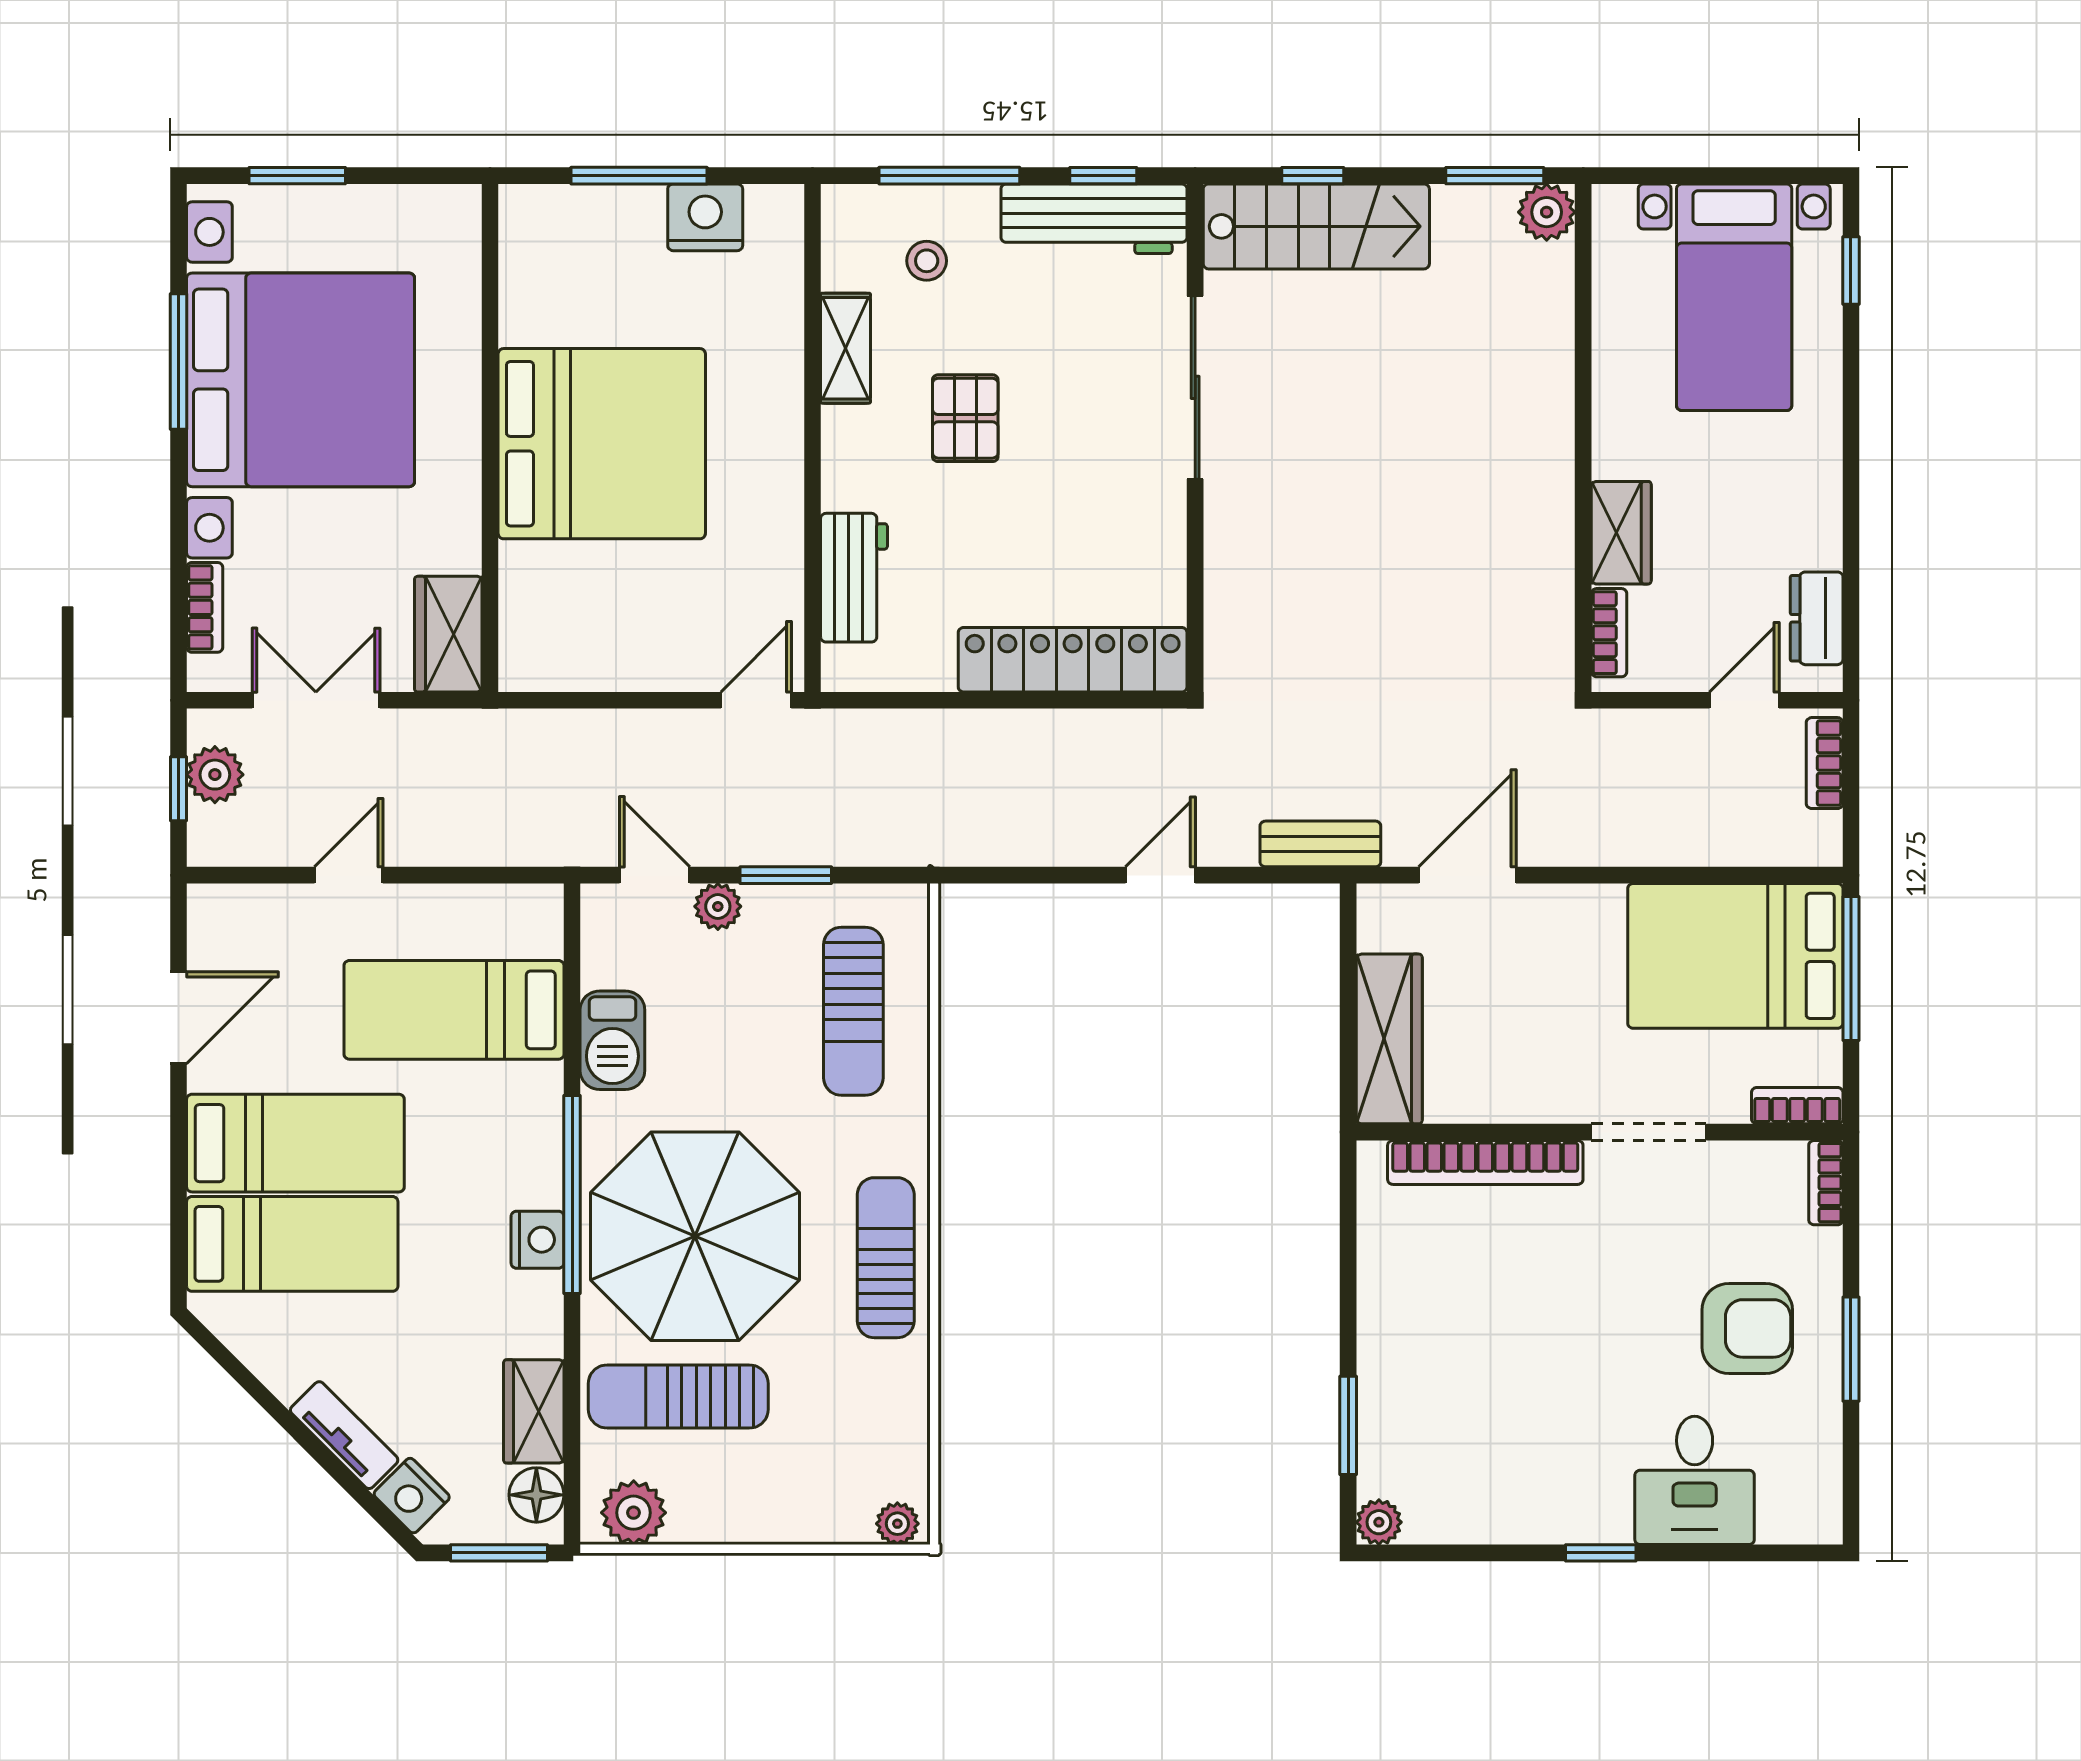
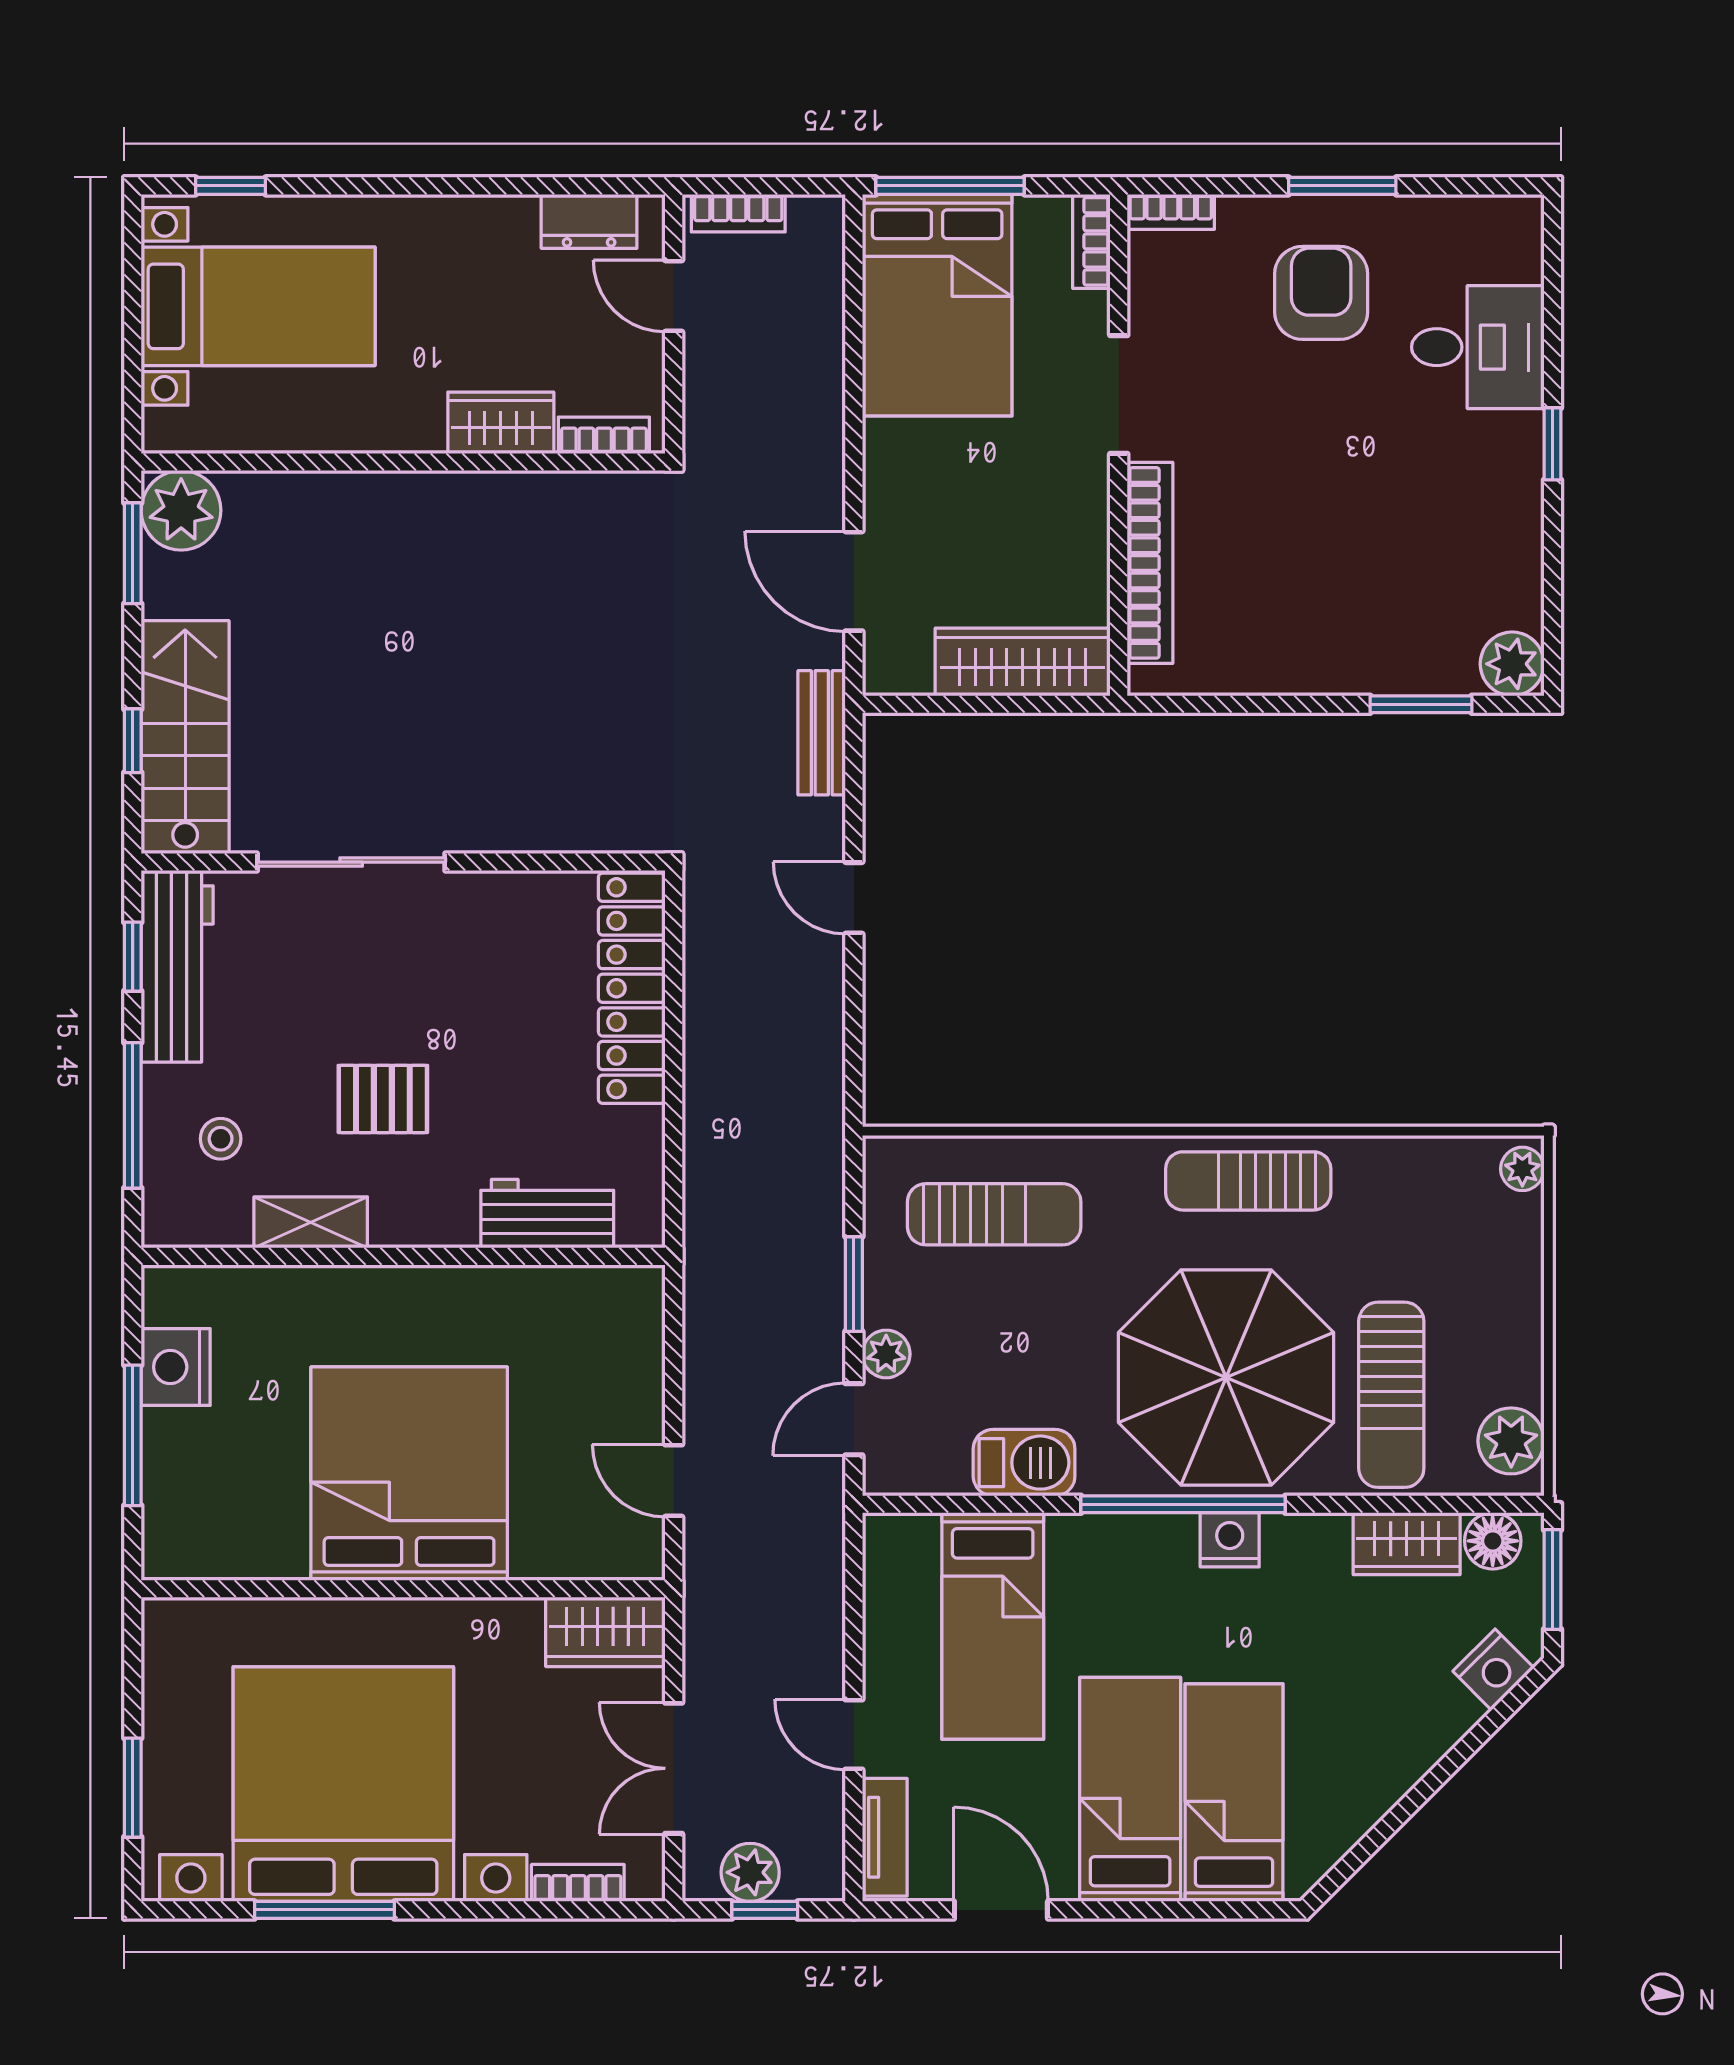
plant: (1547, 212) -> (181, 510), width x1.36, depth x1.36
door: (756, 700) -> (674, 1481), moved
tv unit: (344, 1435) -> (885, 1837), moved, turned 135
plant: (1379, 1522) -> (1512, 664), width x1.38, depth x1.38

